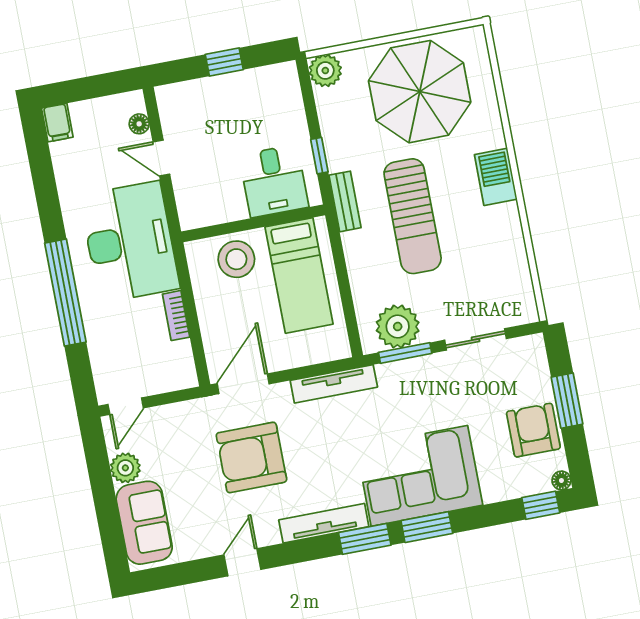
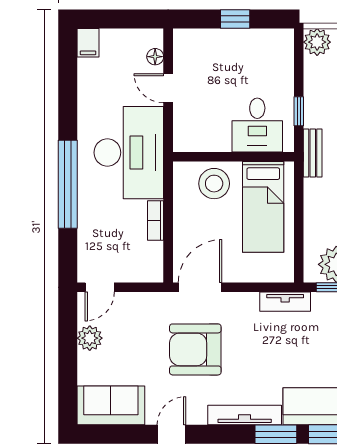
tv unit: (334, 384) -> (285, 302), width x0.71
sofa: (144, 523) -> (111, 405), moved, turned -90

